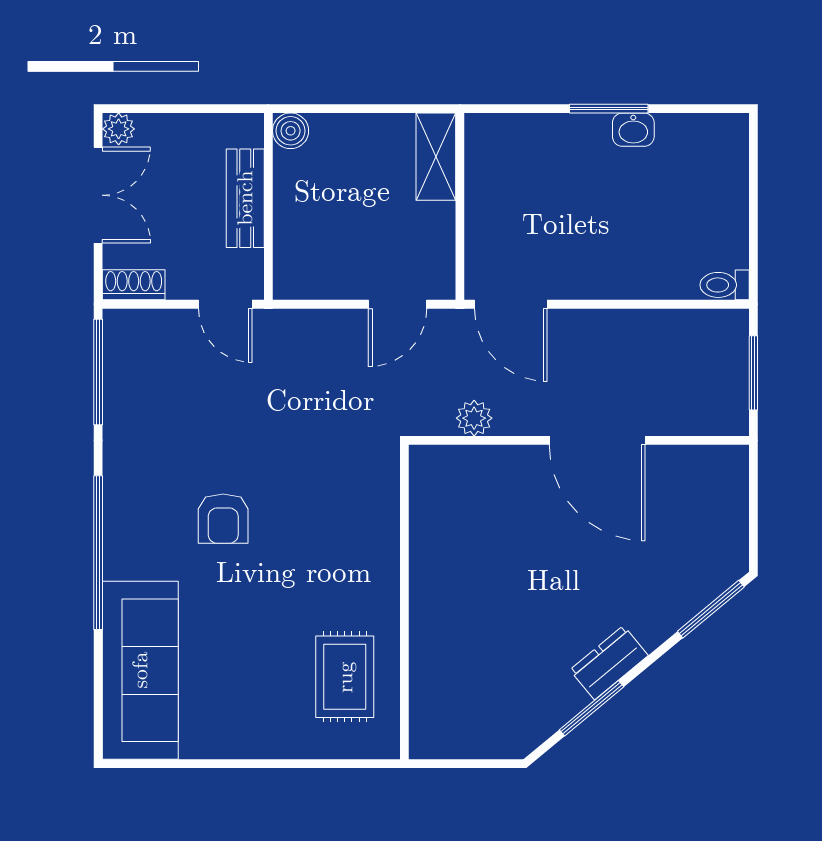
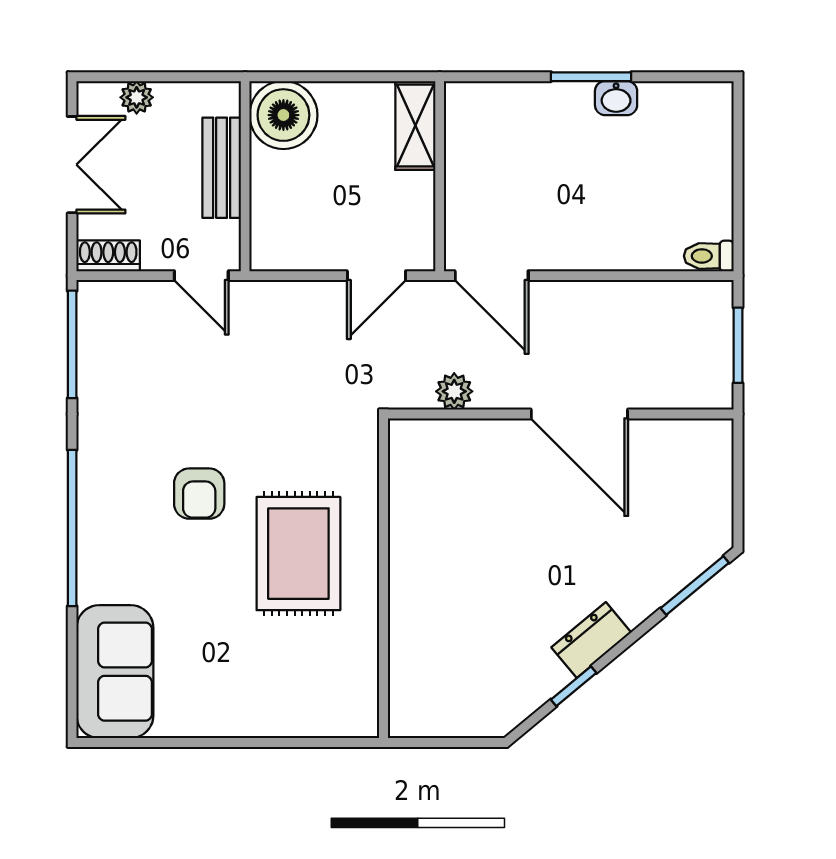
plant: (119, 129) -> (137, 97), moved
boiler: (291, 131) -> (283, 115), width x1.86, depth x1.86
sofa: (140, 670) -> (115, 672), width x0.73
rug: (345, 677) -> (298, 554), moved, width x1.36, depth x1.43
window: (592, 708) -> (574, 686), width x0.67

